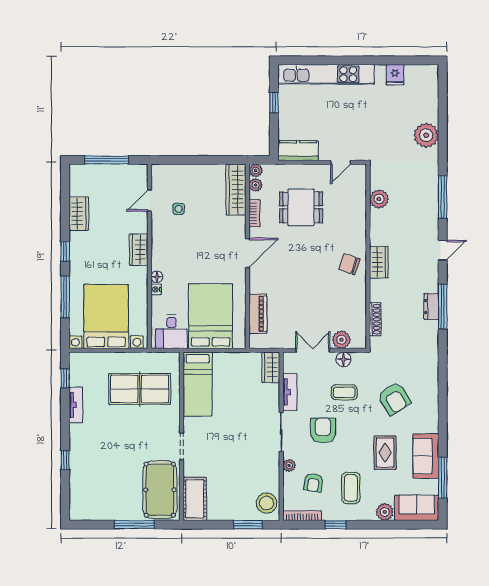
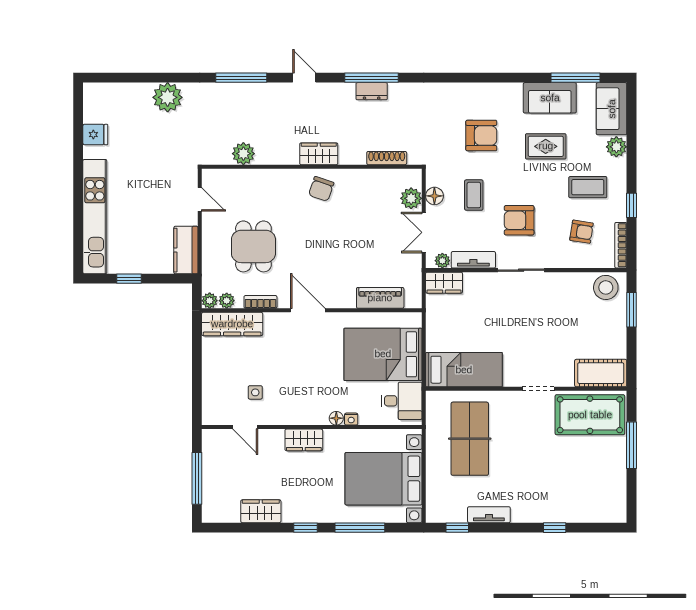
armchair: (394, 399) -> (481, 136), turned 32
plant: (289, 465) -> (442, 261), moved

